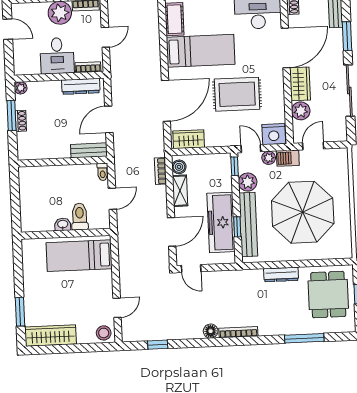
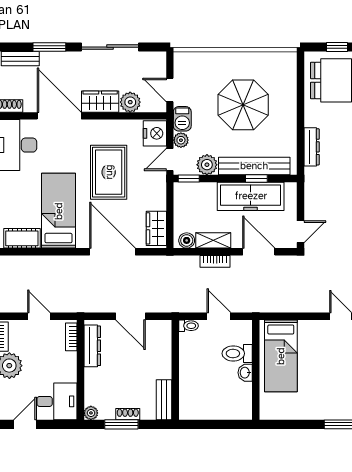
desk: (57, 56) -> (57, 401), moved
bench: (89, 150) -> (164, 400), moved
bookcase: (160, 171) -> (215, 261), moved
parasol: (303, 212) -> (243, 105), width x0.73, depth x0.73
dresser: (281, 275) -> (312, 147), moved

